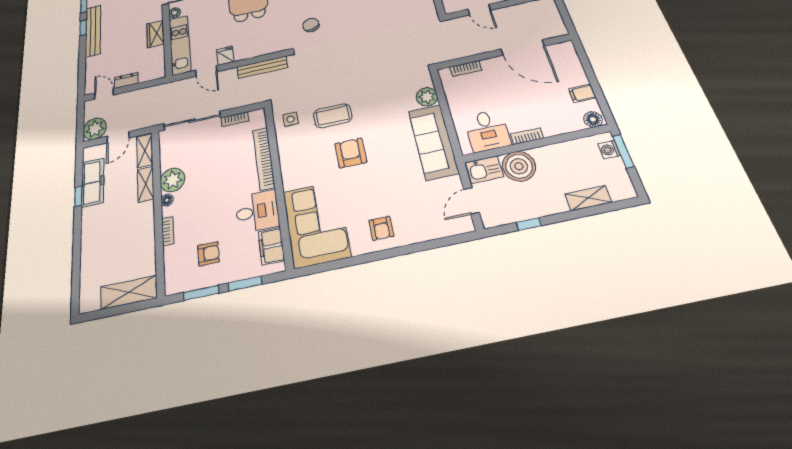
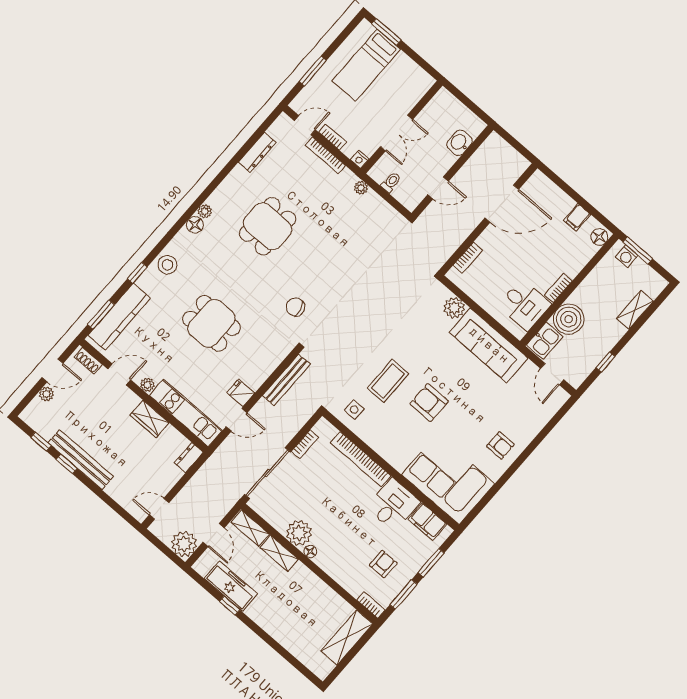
dresser: (126, 80) -> (189, 458), moved
bookcase: (168, 231) -> (371, 605), moved

